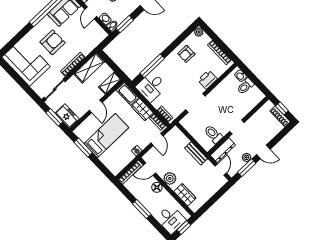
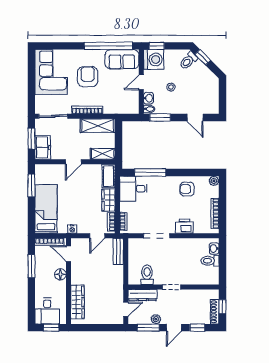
armchair: (53, 42) -> (88, 77), turned -90
bed: (106, 136) -> (46, 209), moved, turned -90
window: (279, 137) -> (197, 328), added
door: (263, 152) -> (174, 328), hinge flipped
bench: (196, 153) -> (118, 251), moved
plant: (170, 178) -> (78, 277), removed
wardrobe: (185, 195) -> (77, 302), width x1.50
window: (142, 209) -> (31, 266), moved

